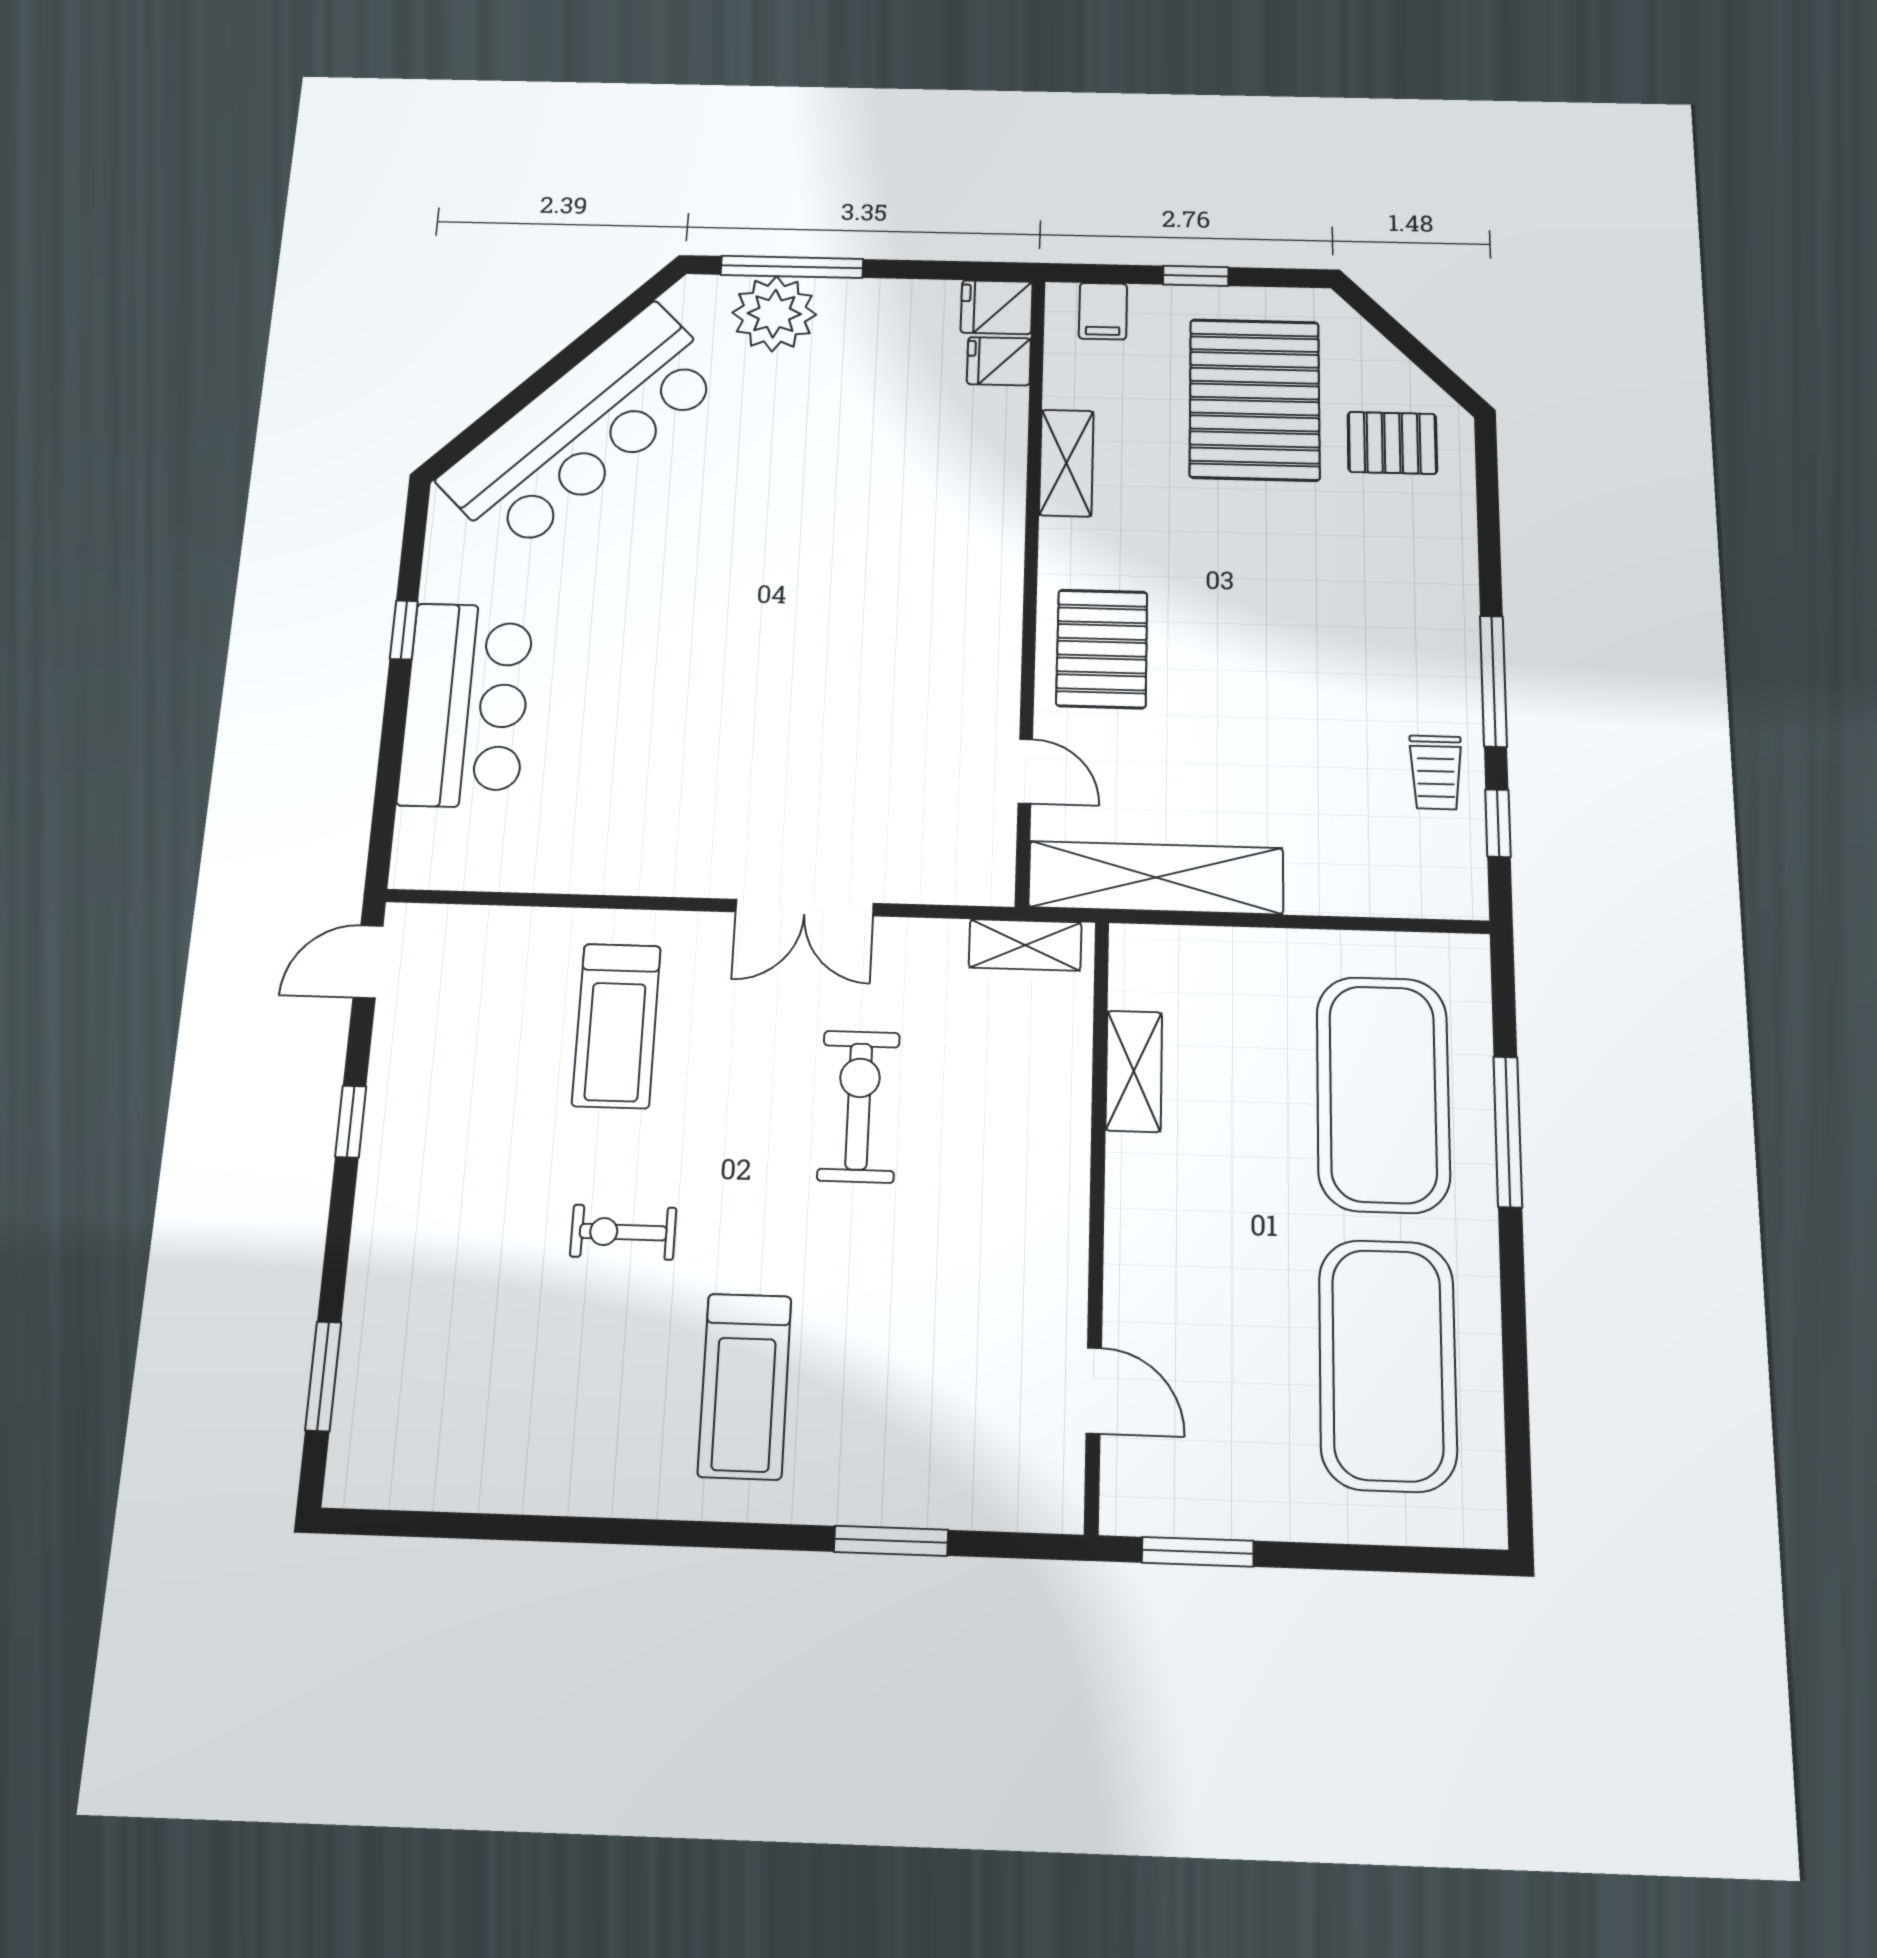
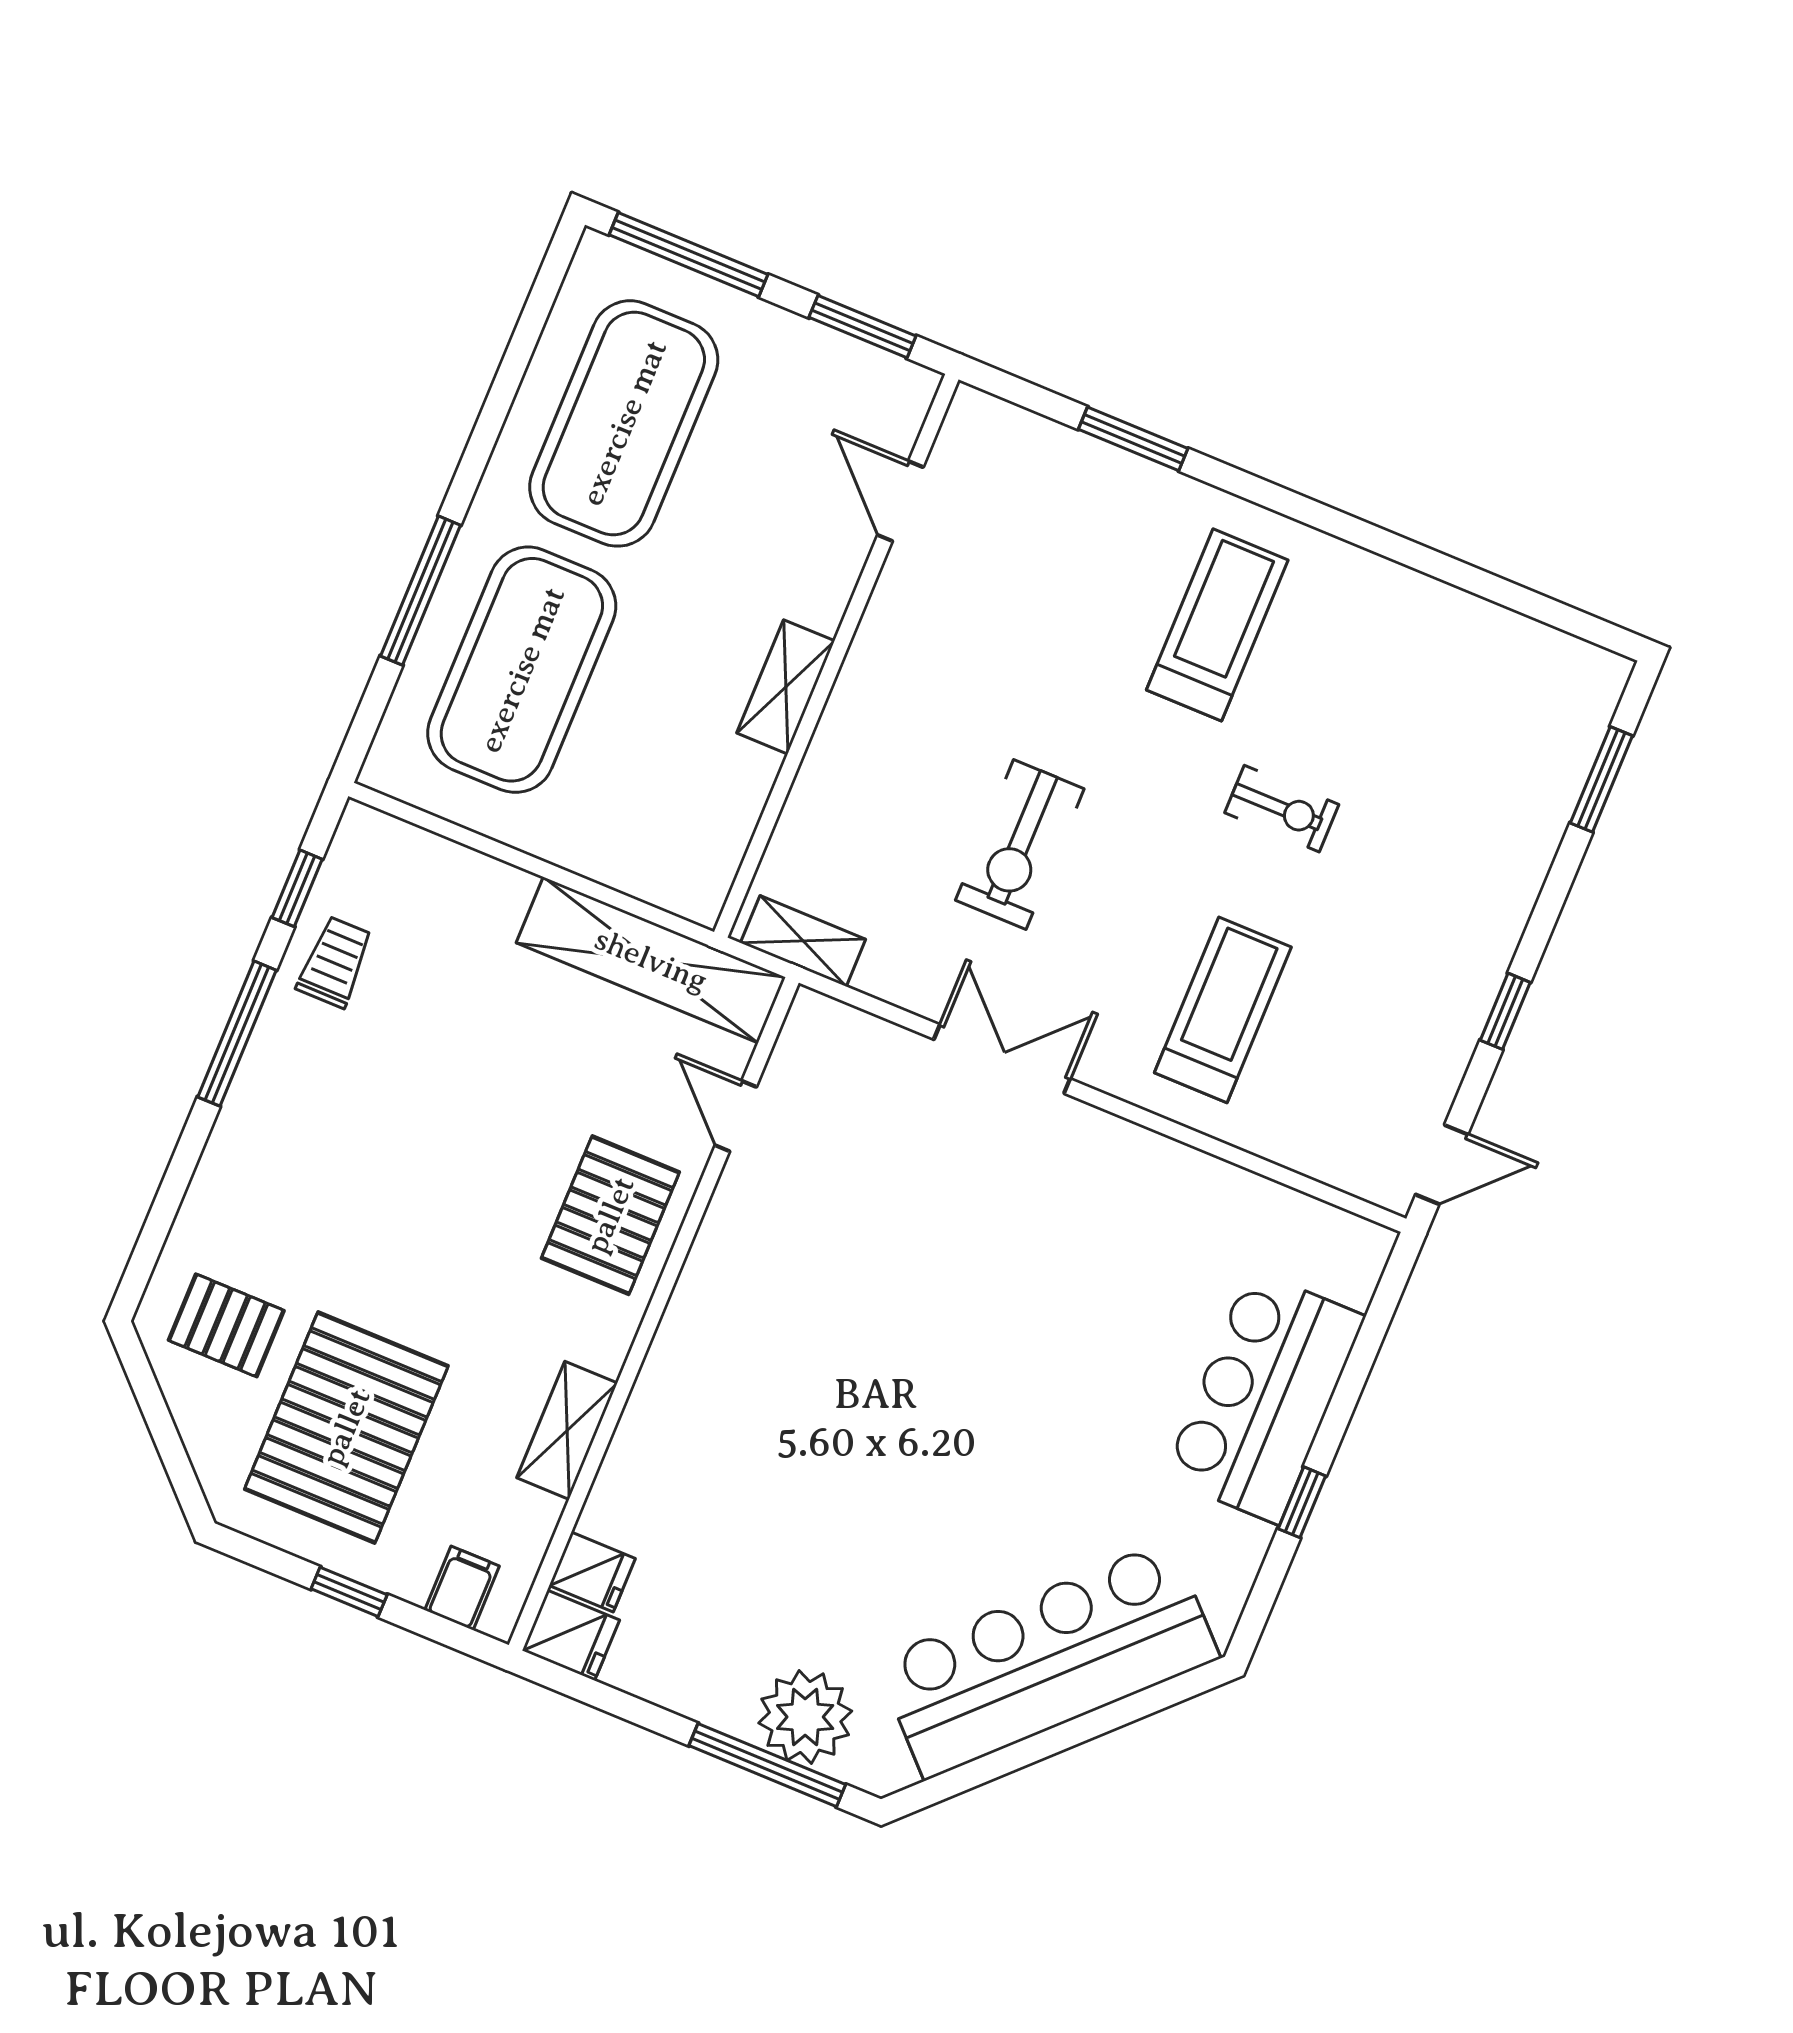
shelving: (1134, 1071) -> (786, 687), moved
window: (1396, 1559) -> (688, 255), added

